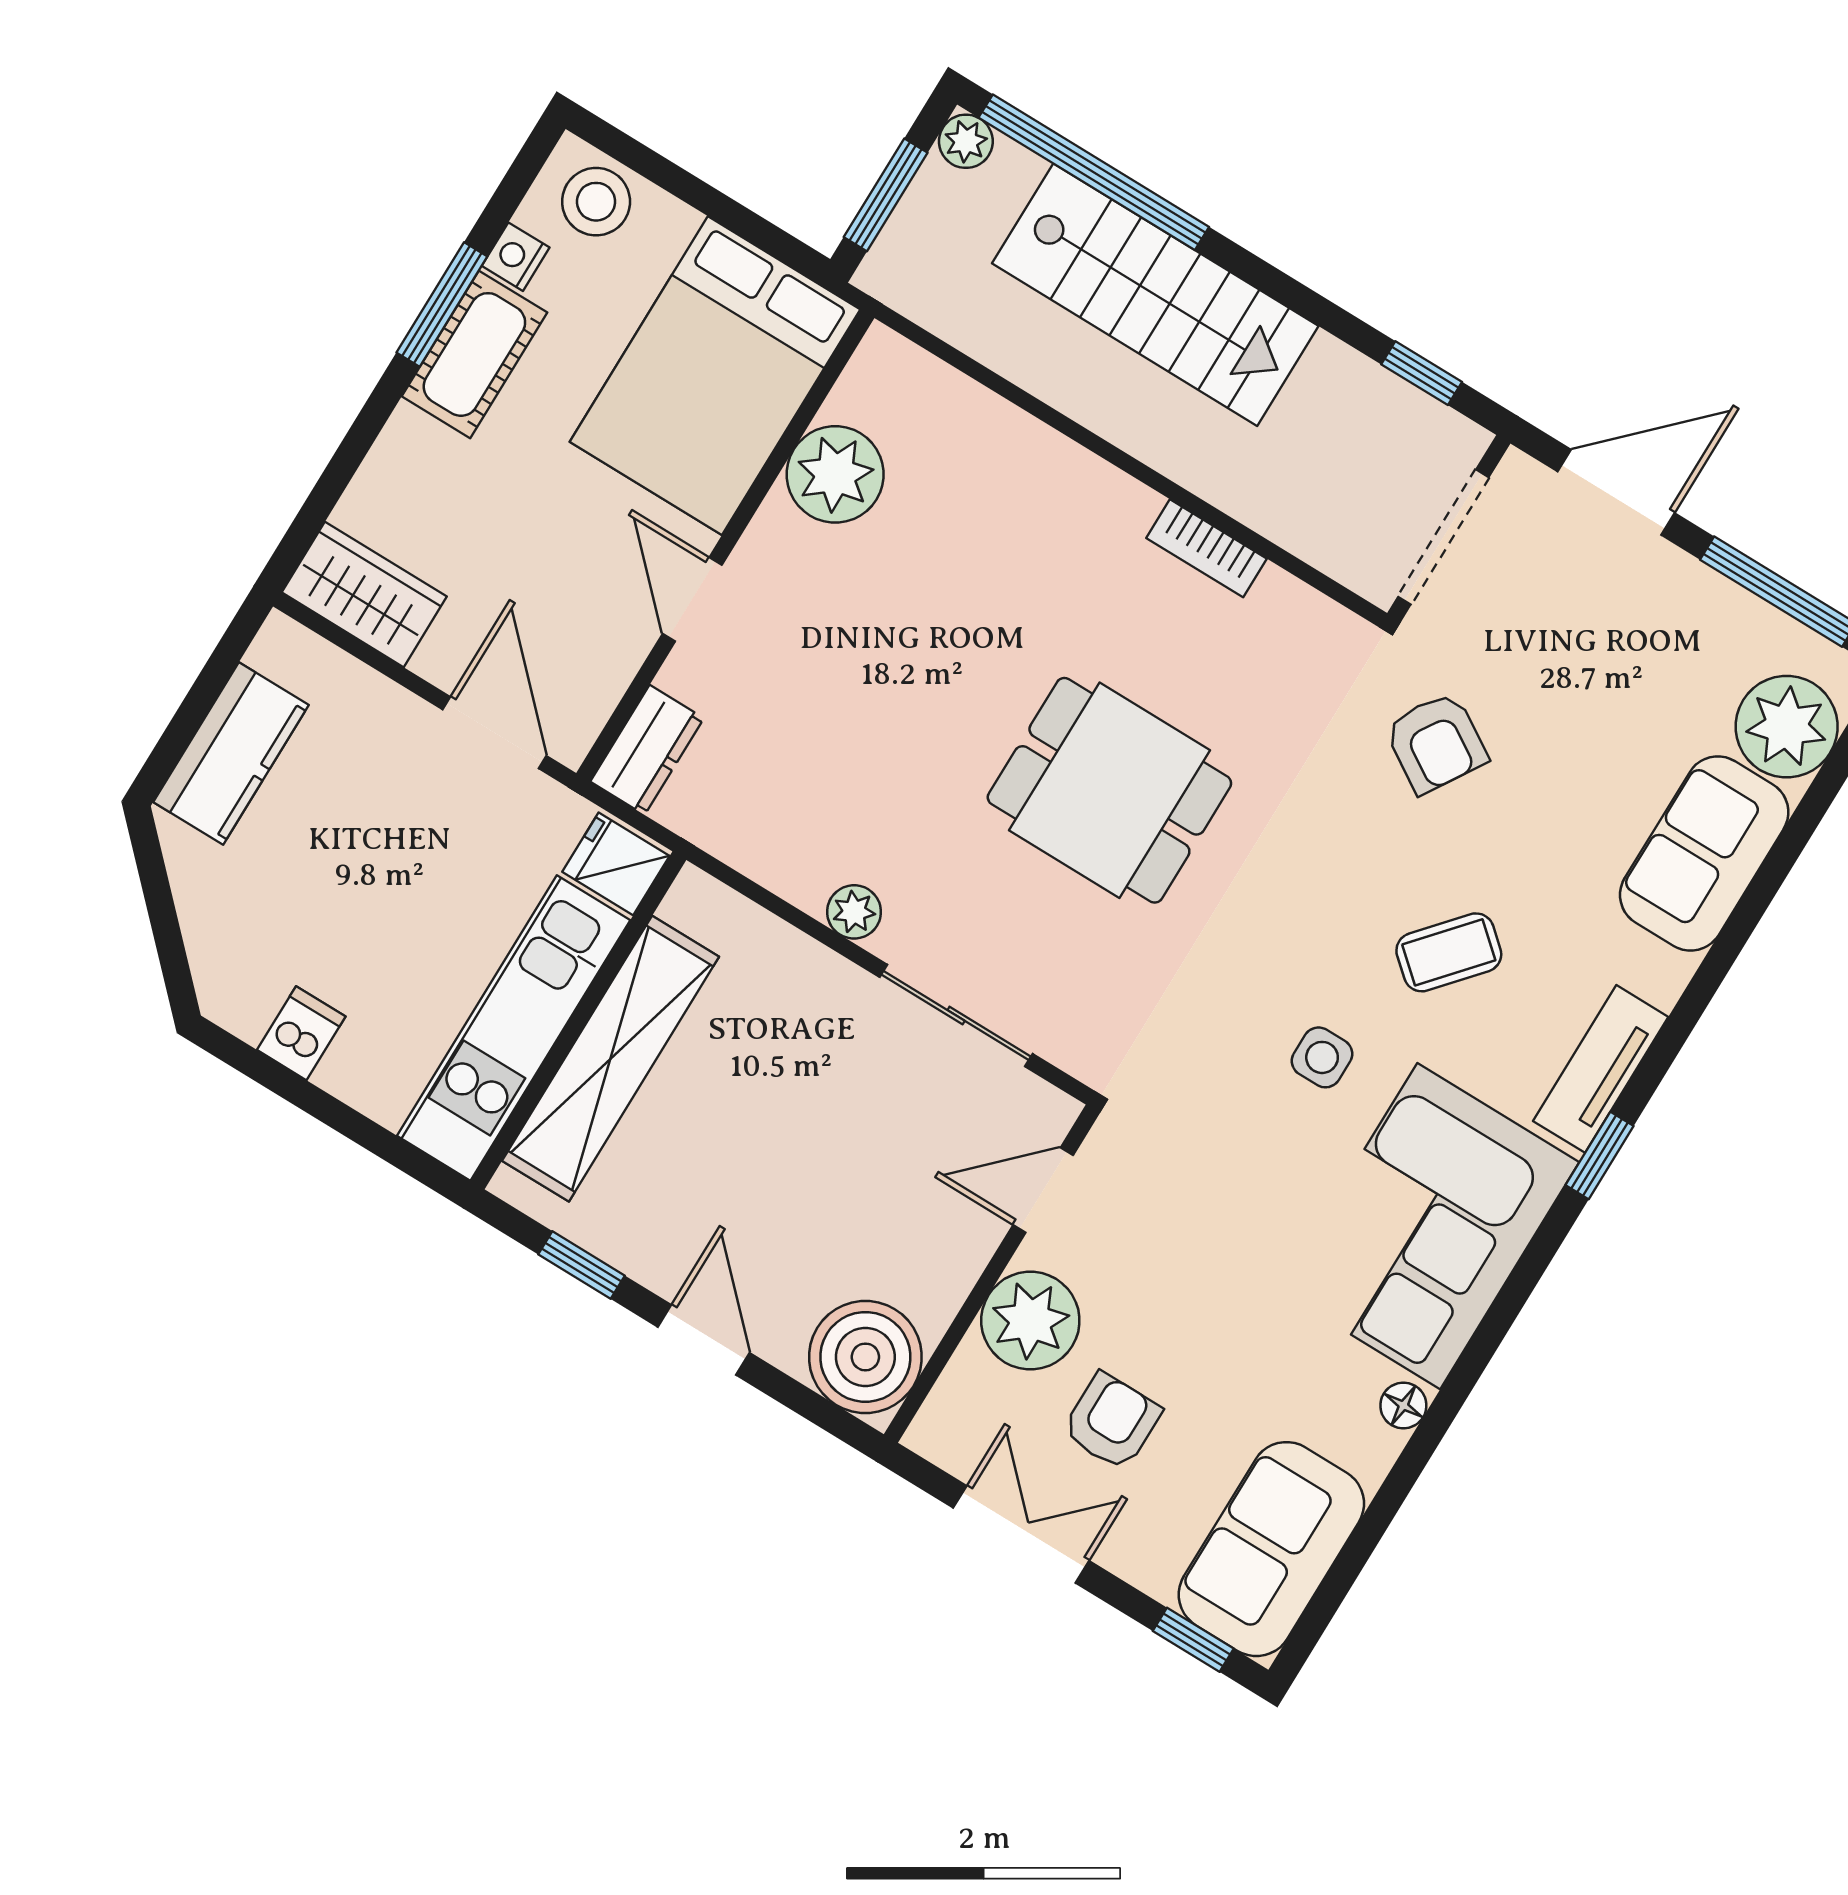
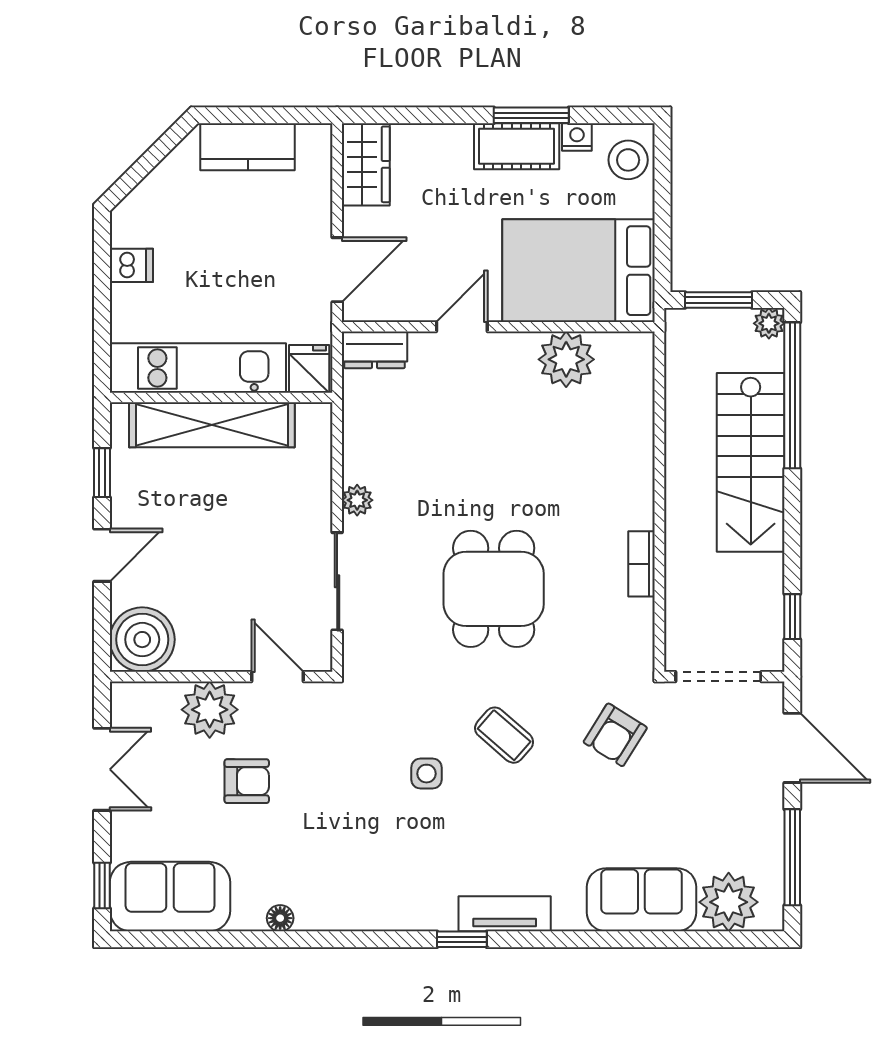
coffee table: (1449, 952) -> (504, 735), moved
corner sofa: (1429, 1226) -> (376, 877), removed
armchair: (1112, 1421) -> (247, 781), moved

